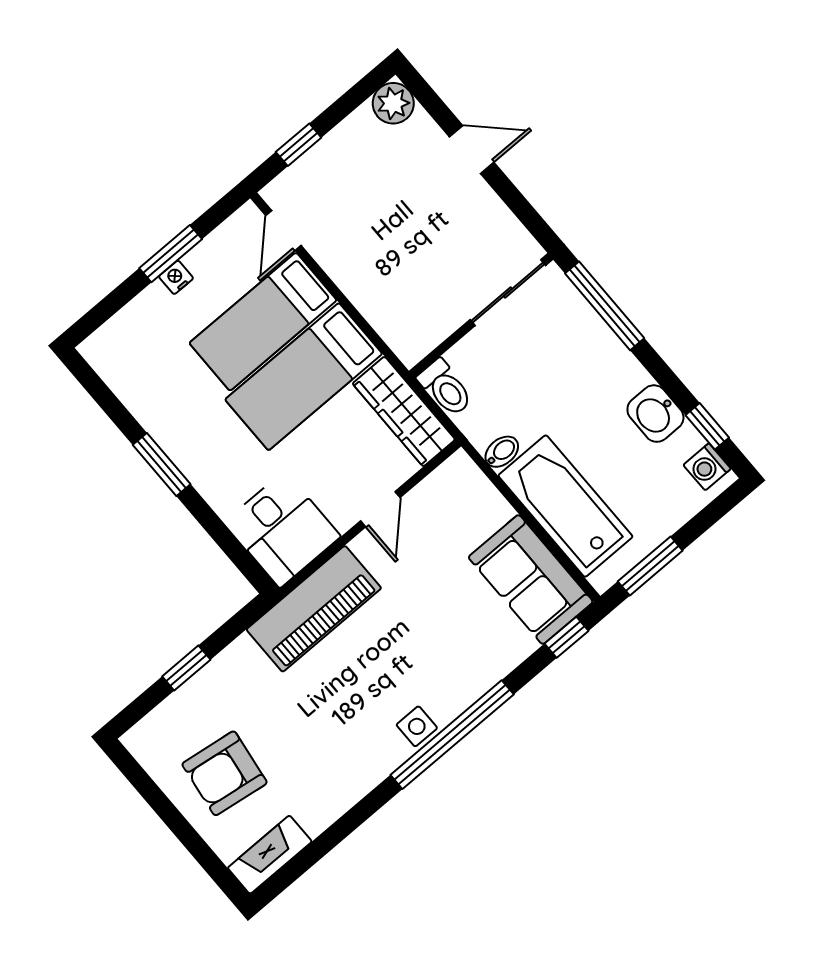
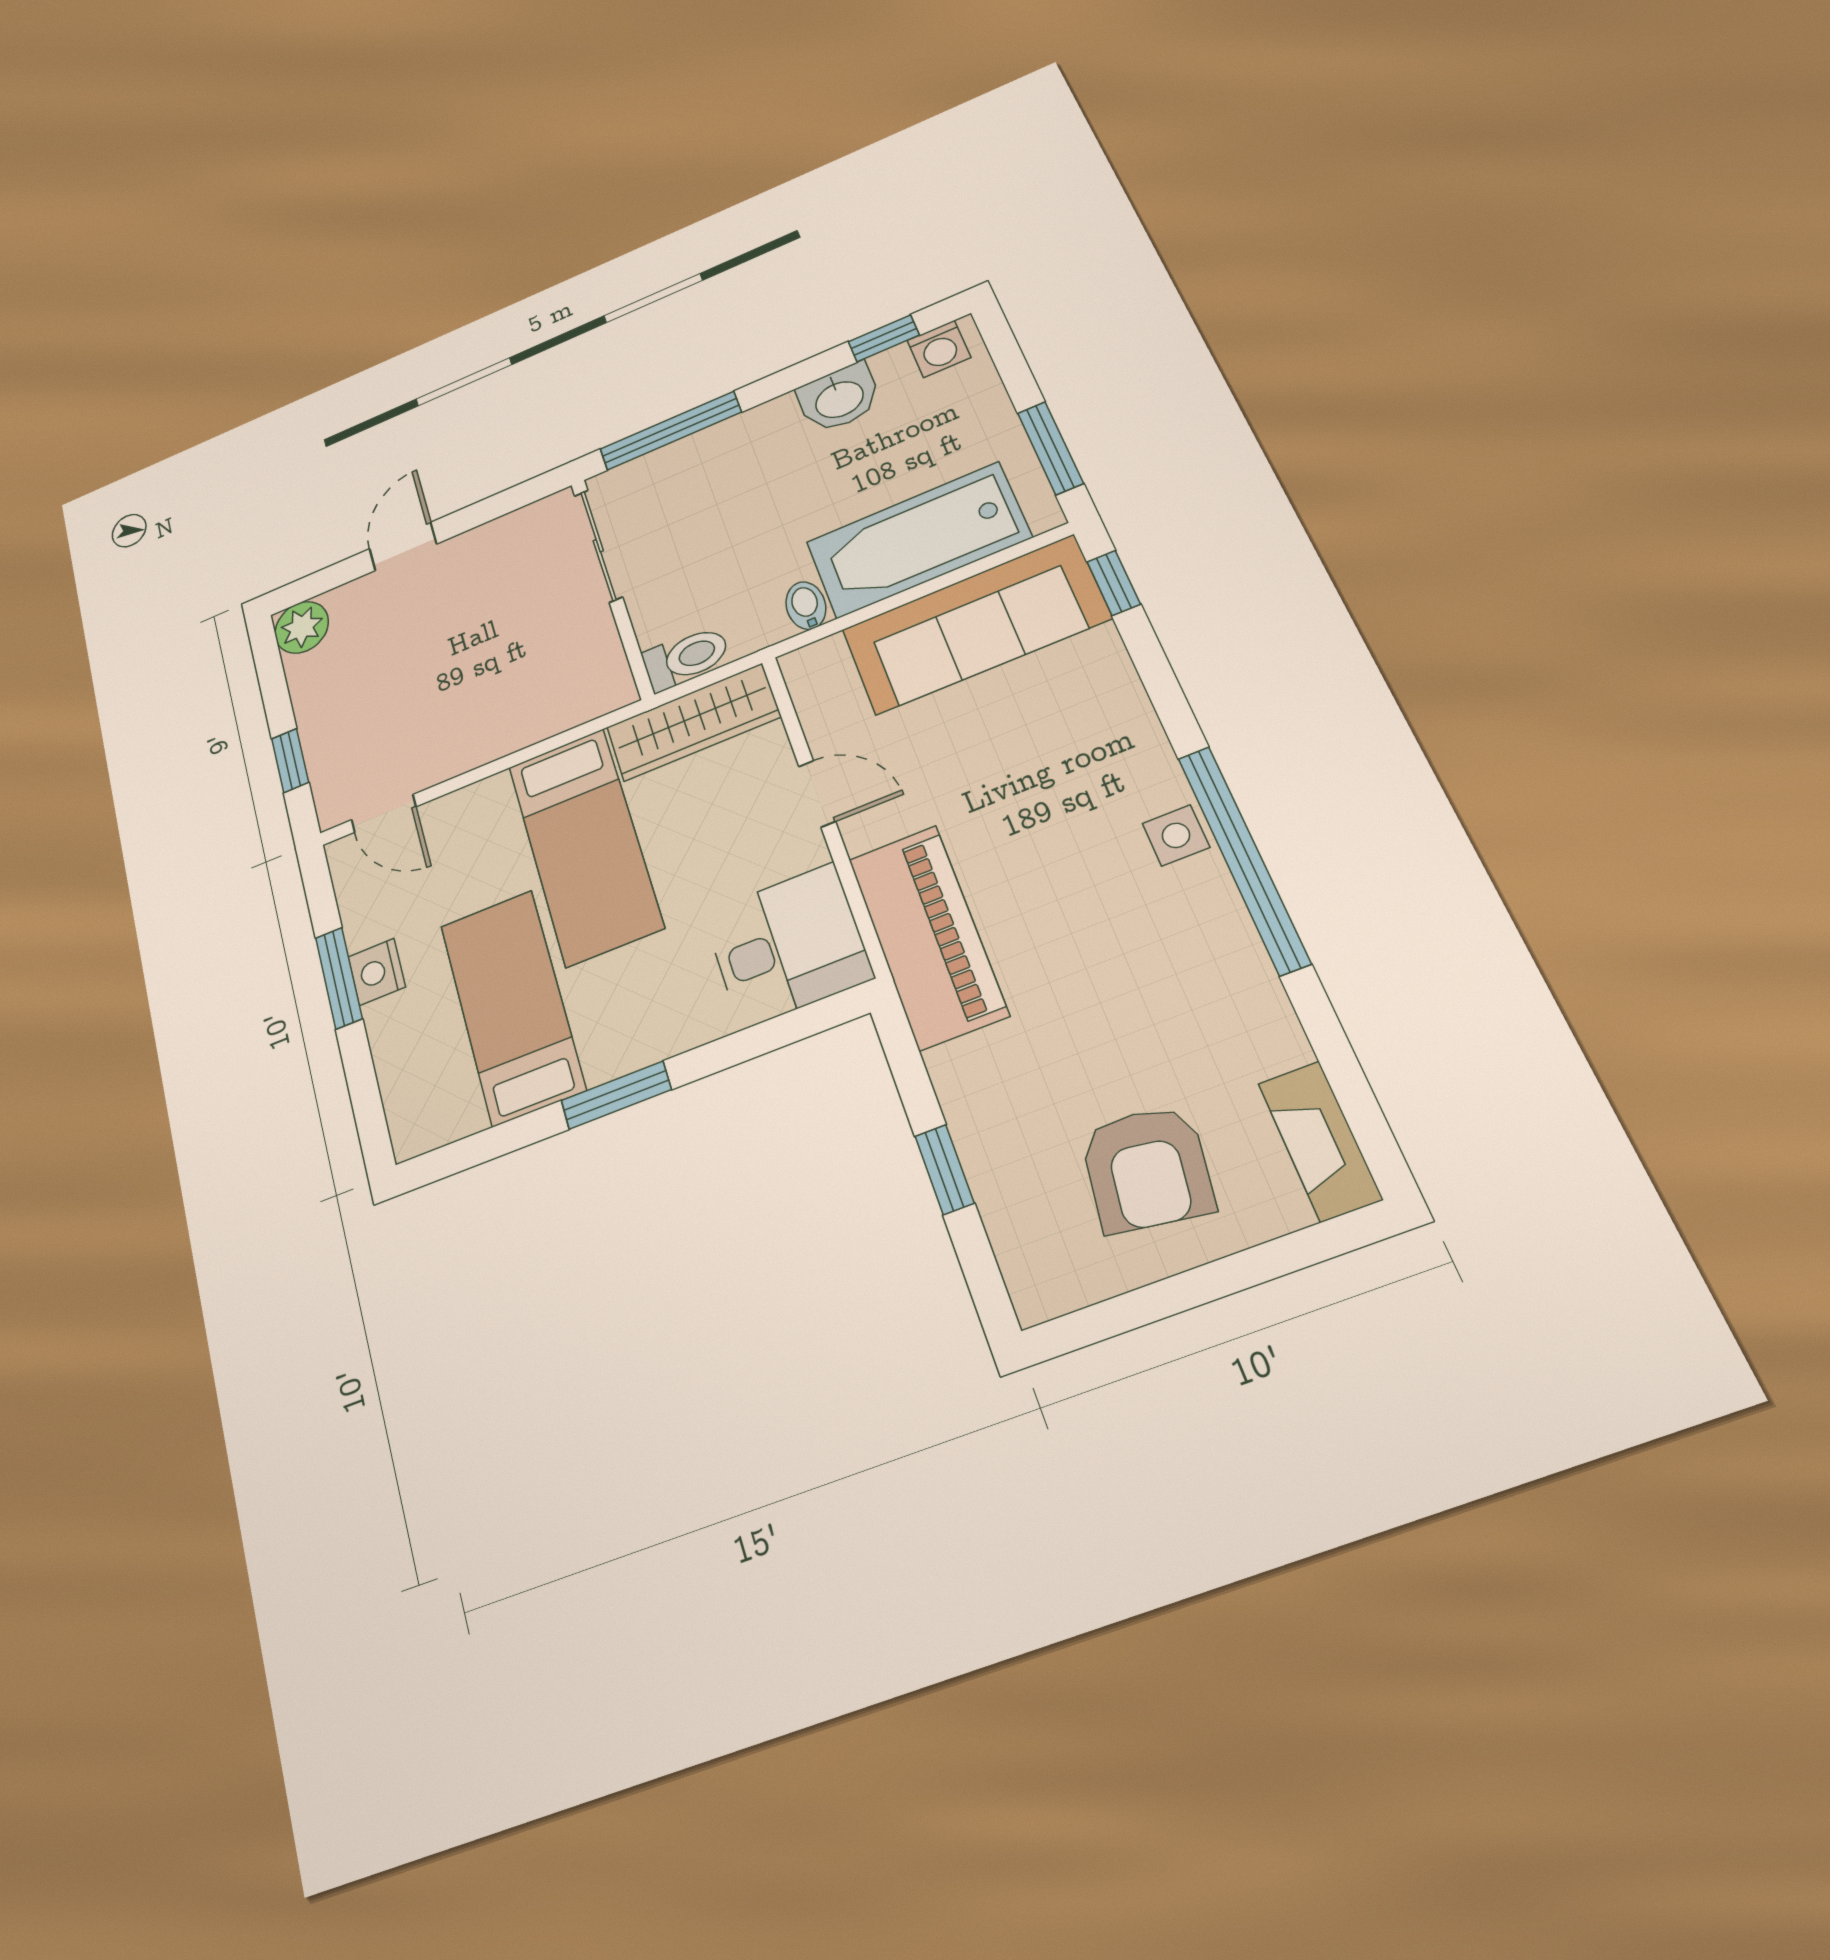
nightstand: (176, 277) -> (377, 972), width x1.39, depth x1.35
bed: (263, 322) -> (512, 1007), moved, turned 180
sofa: (531, 580) -> (975, 624), width x1.36
window: (452, 735) -> (1243, 859), moved

